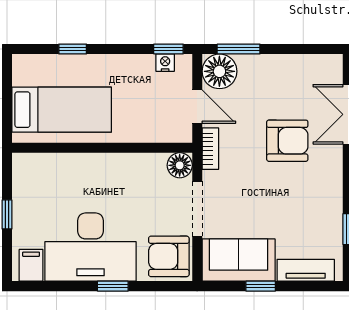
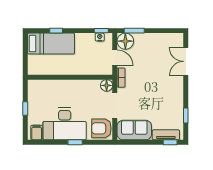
bed: (62, 110) -> (51, 44), moved
armchair: (287, 141) -> (157, 74), removed
window: (261, 286) -> (170, 142), moved

